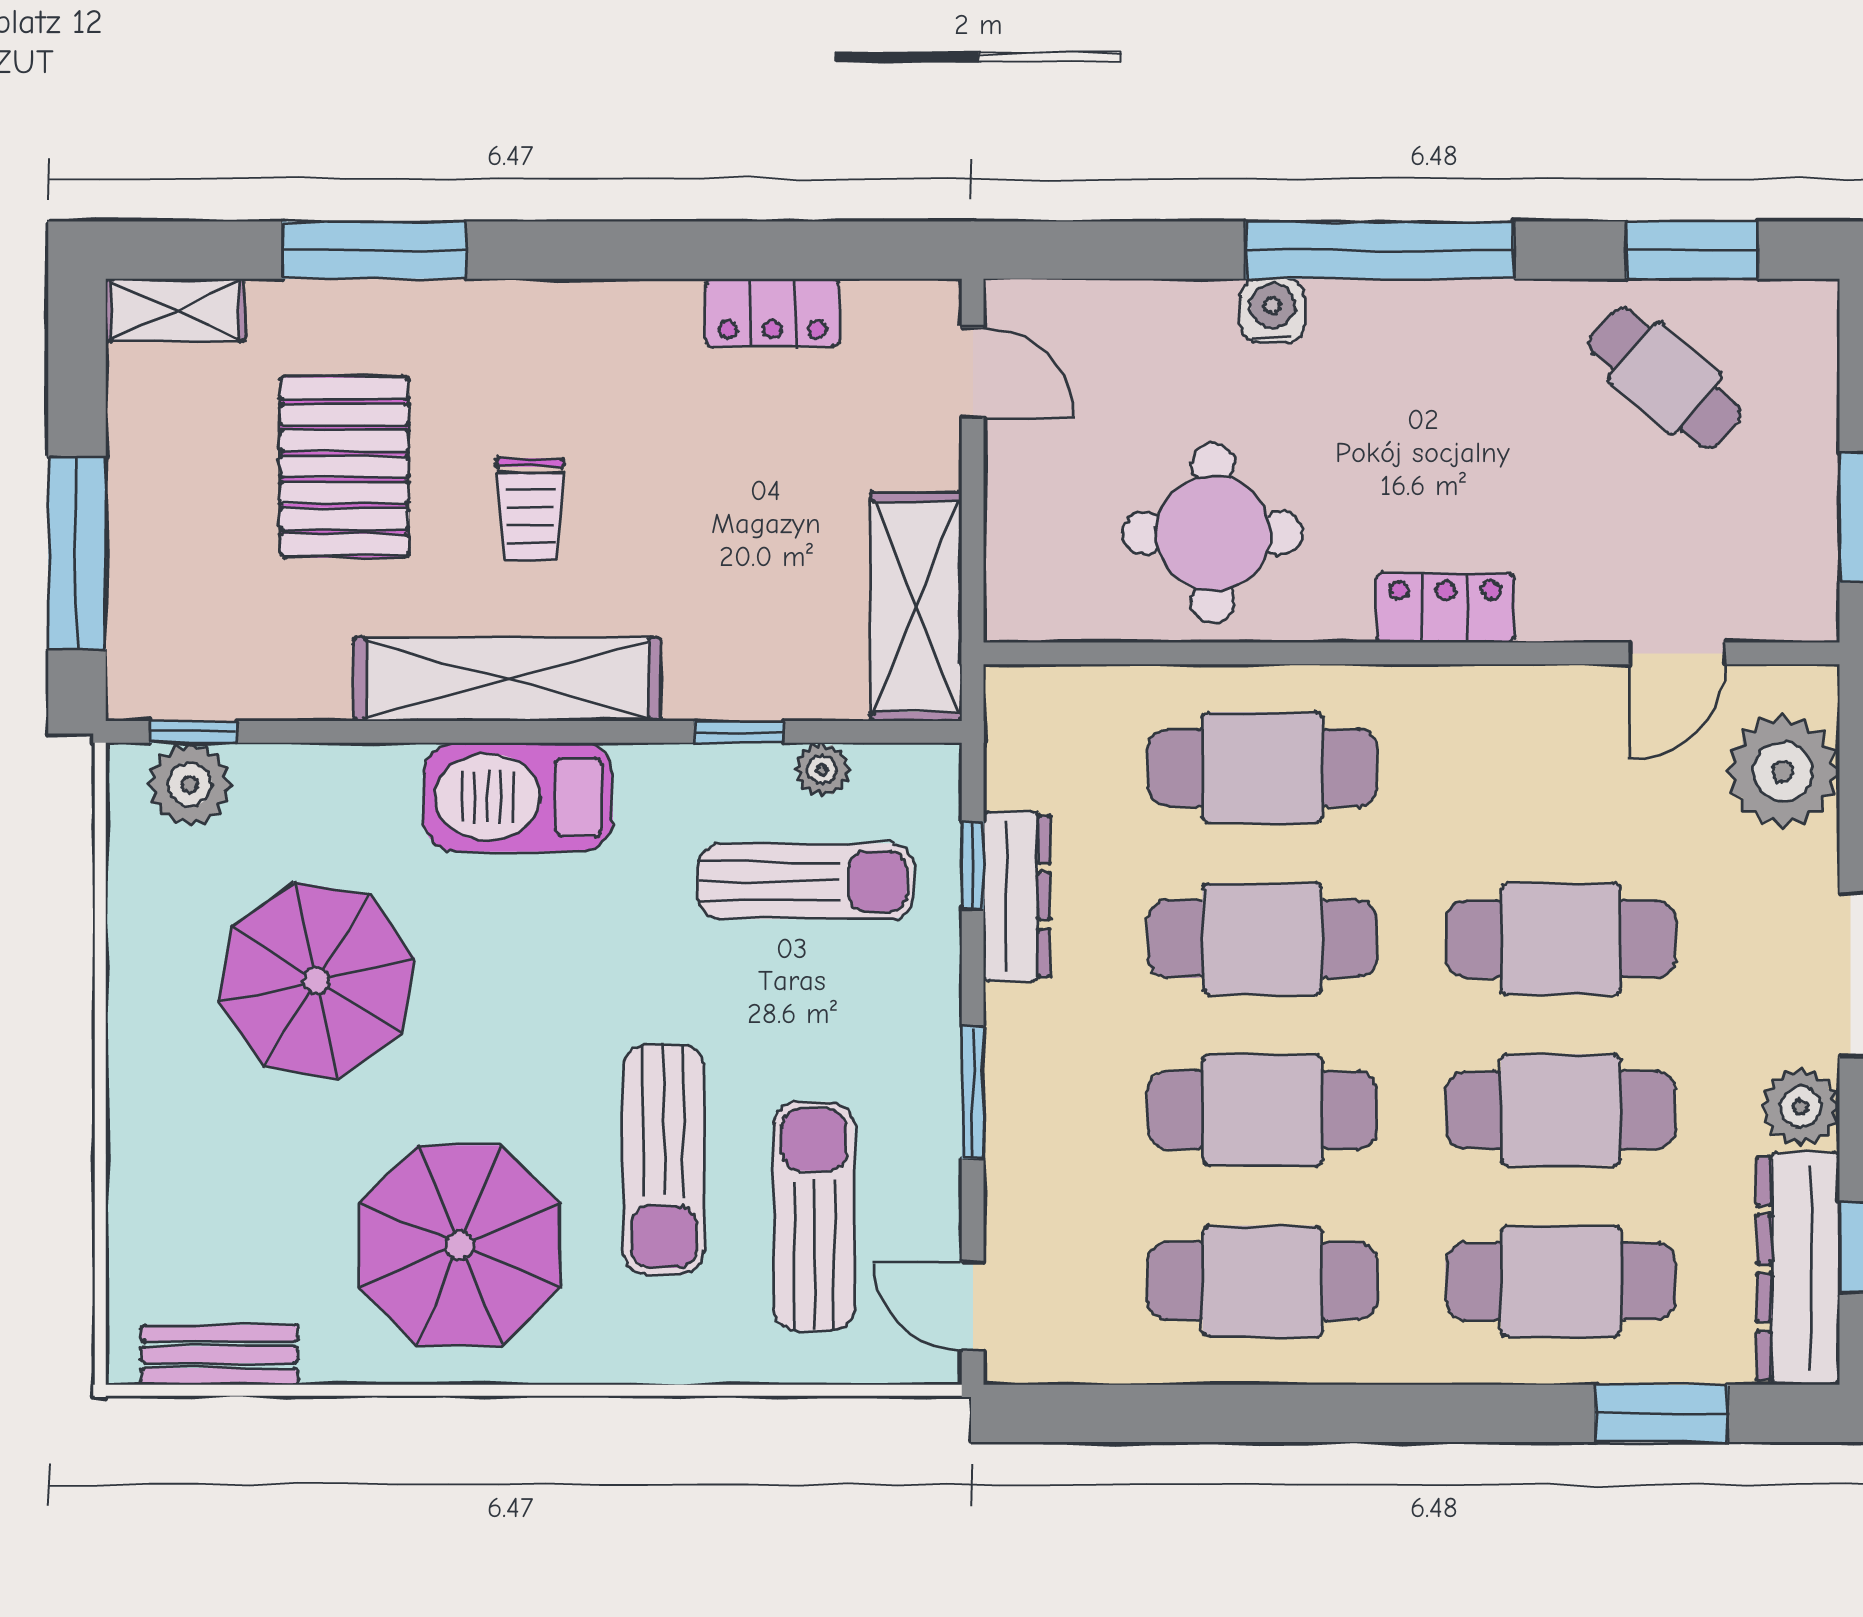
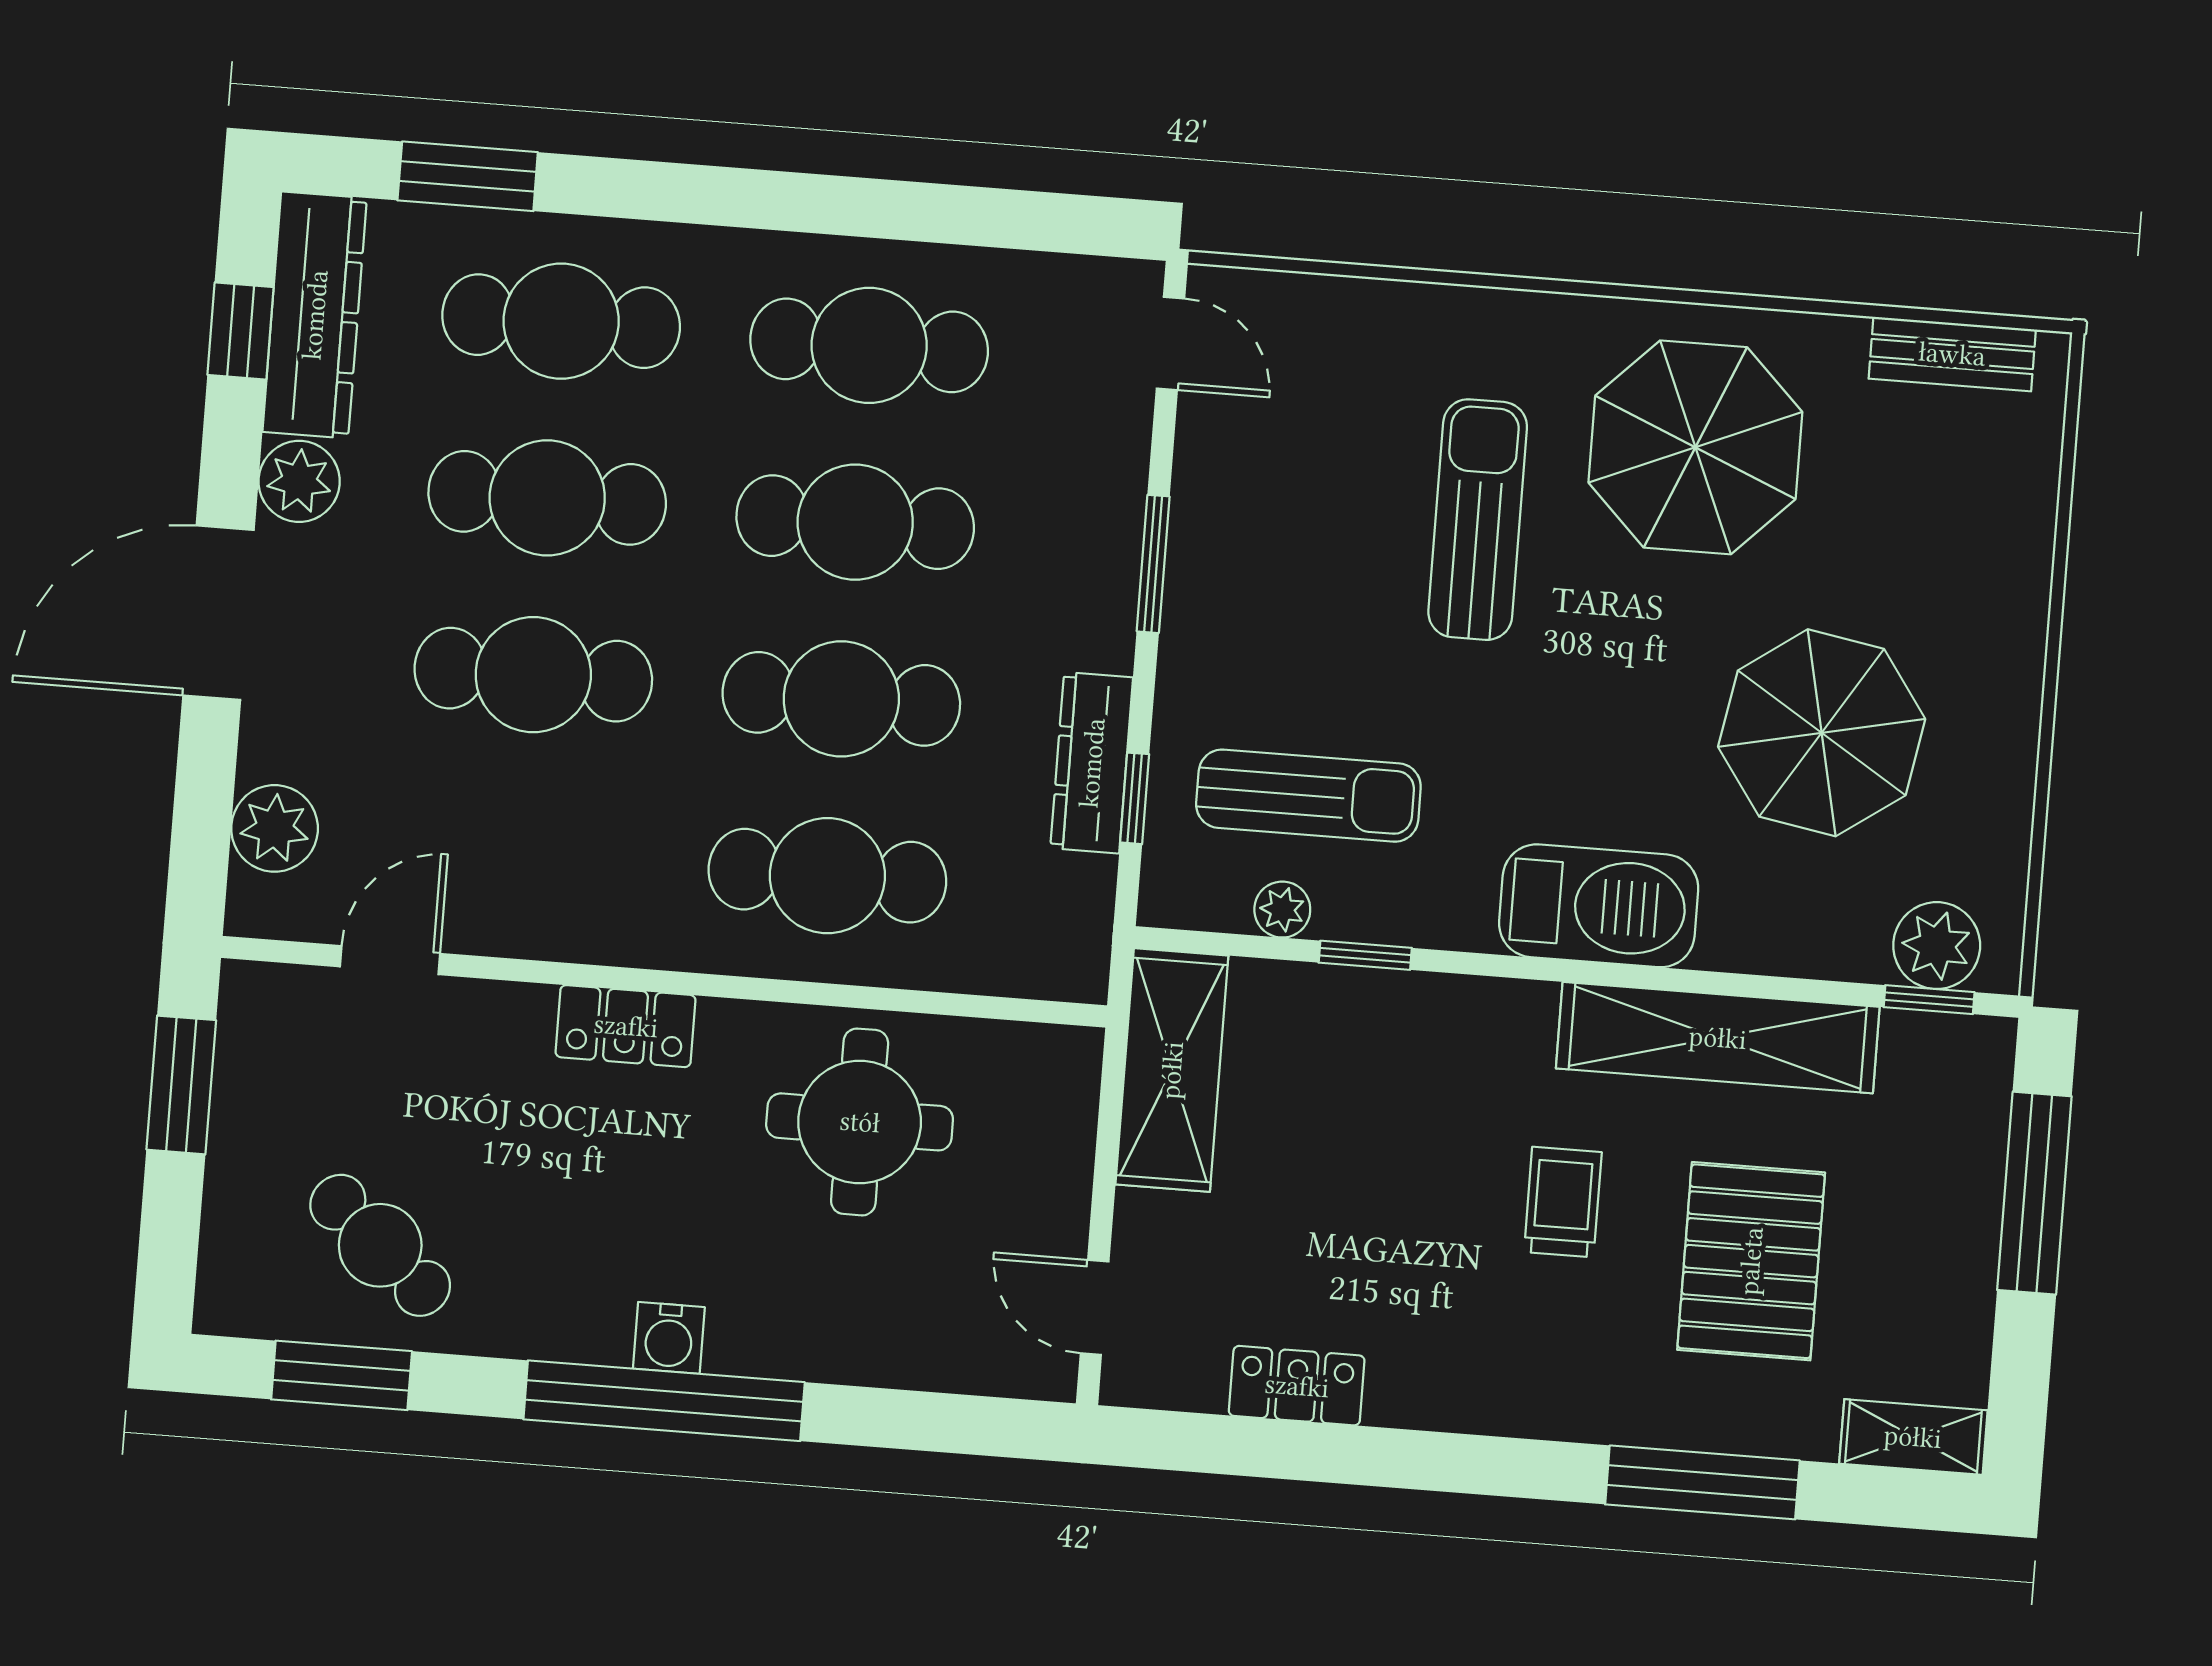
water cooler: (1273, 311) -> (669, 1338), moved
shelving: (507, 679) -> (1718, 1038), moved
plant: (1783, 771) -> (275, 828), width x0.73, depth x0.73
sun lounger: (806, 881) -> (1308, 796), turned 180
sun lounger: (814, 1216) -> (1327, 449), removed

